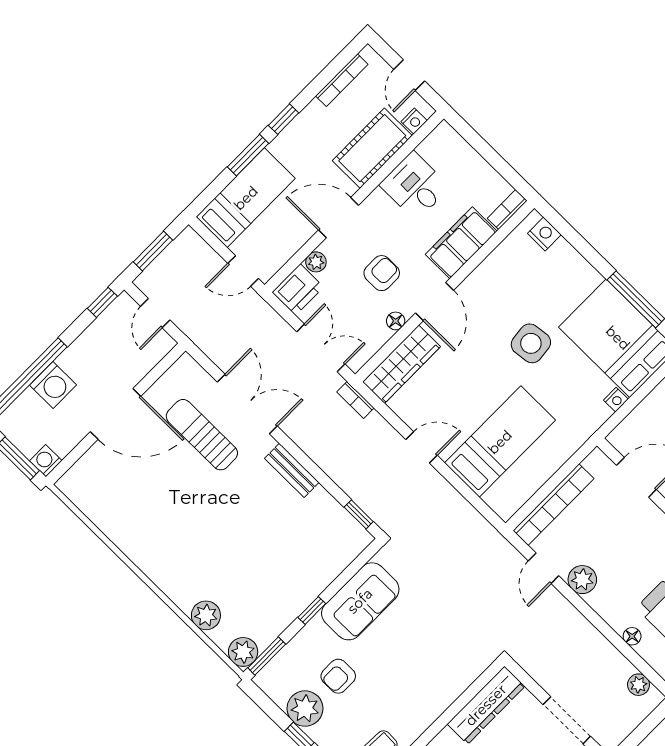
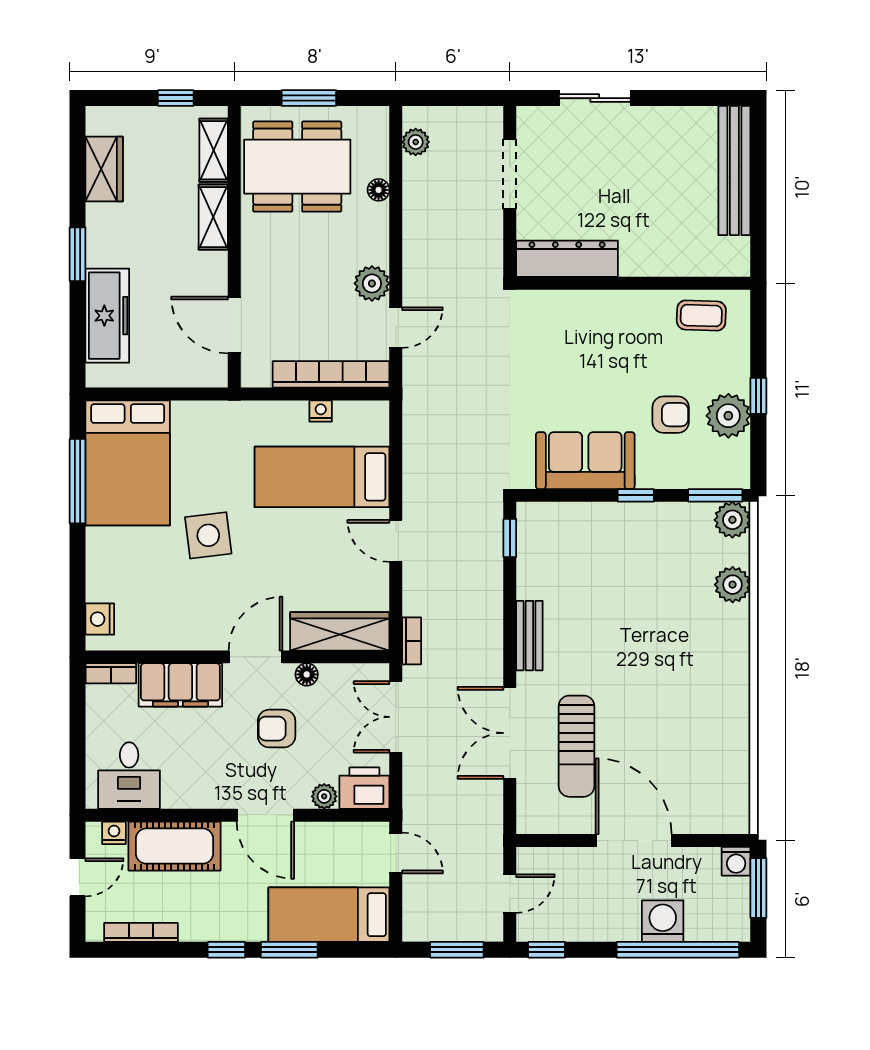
desk: (415, 186) -> (129, 776), moved
nightstand: (616, 400) -> (321, 411), moved

